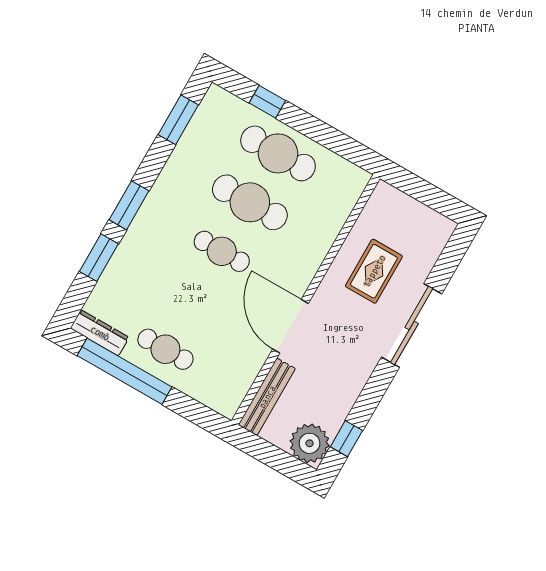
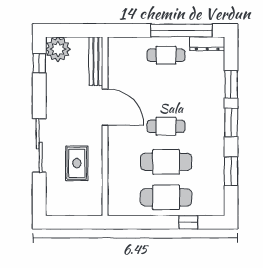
window: (178, 120) -> (231, 171), moved

